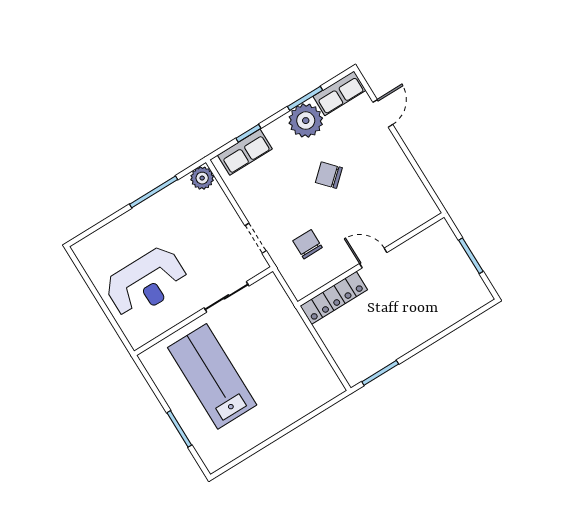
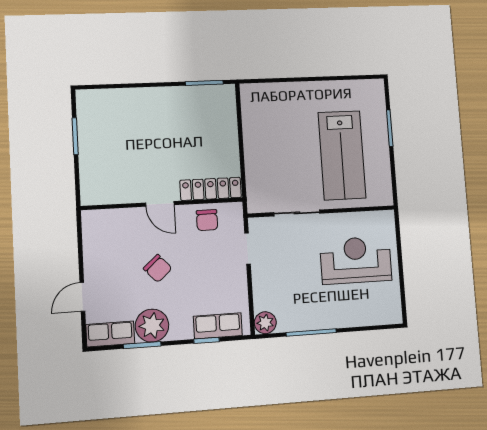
door: (373, 258) -> (160, 204), moved
wall: (371, 259) -> (162, 204), moved
locker: (334, 298) -> (211, 189), moved

